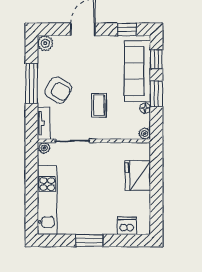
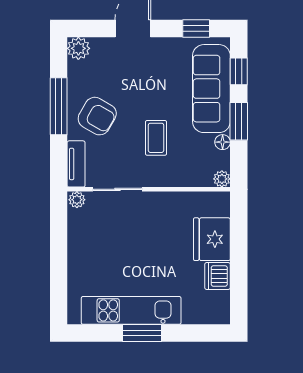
kitchen unit: (47, 200) -> (131, 310), moved, turned -90
dishwasher: (127, 226) -> (217, 276), moved, turned -90

